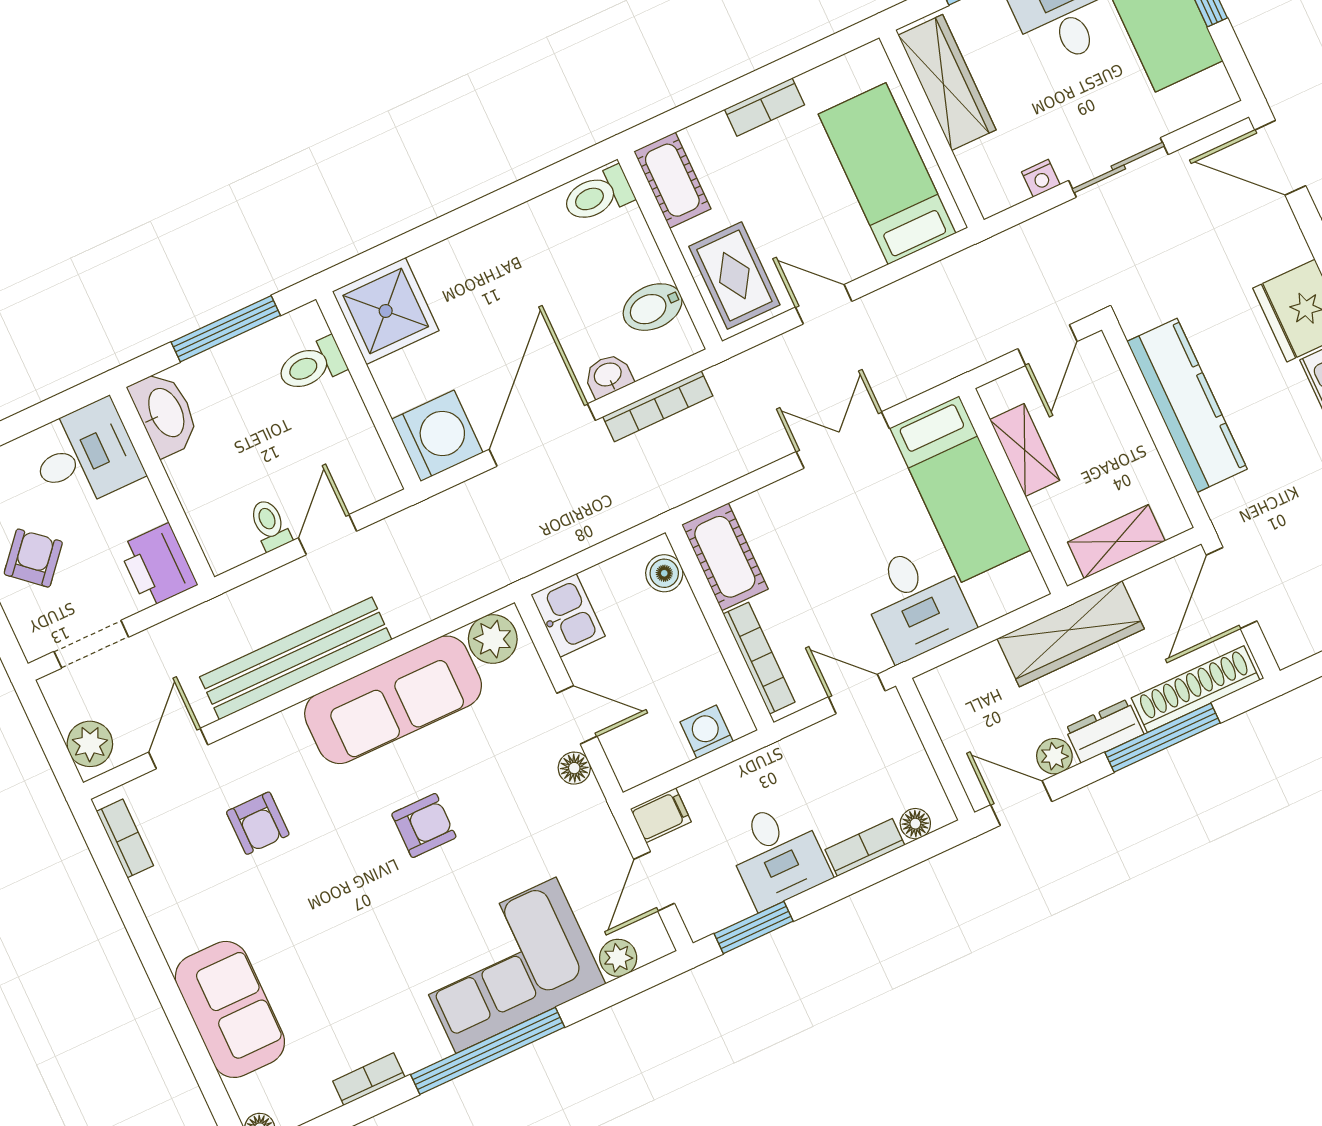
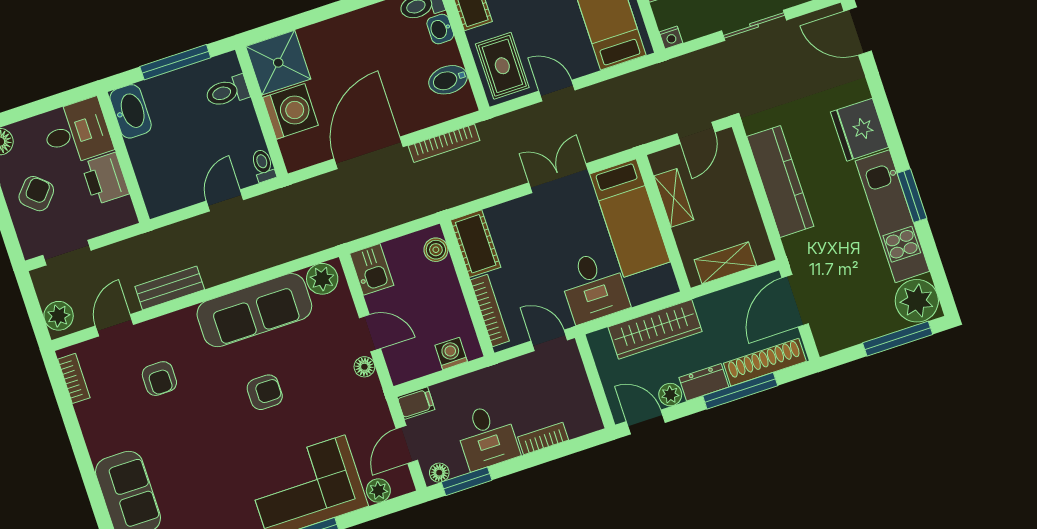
nightstand: (1041, 178) -> (671, 37), moved
washbasin: (608, 375) -> (440, 29), moved, turned -90
washing machine: (437, 436) -> (290, 111), moved
toilet: (270, 525) -> (263, 165), moved
printer: (158, 566) -> (105, 179), moved
wardrobe: (1071, 634) -> (655, 329), moved
bench: (296, 658) -> (170, 288), width x0.54, depth x0.82
floor lamp: (915, 824) -> (439, 473), moved

